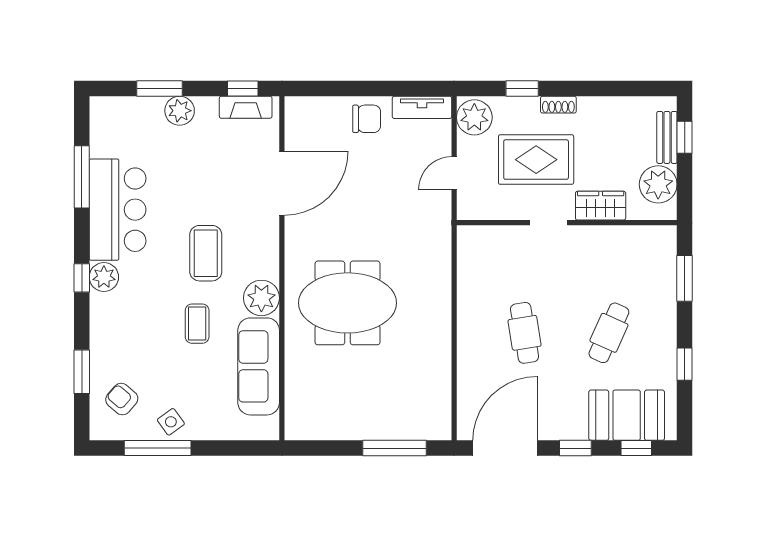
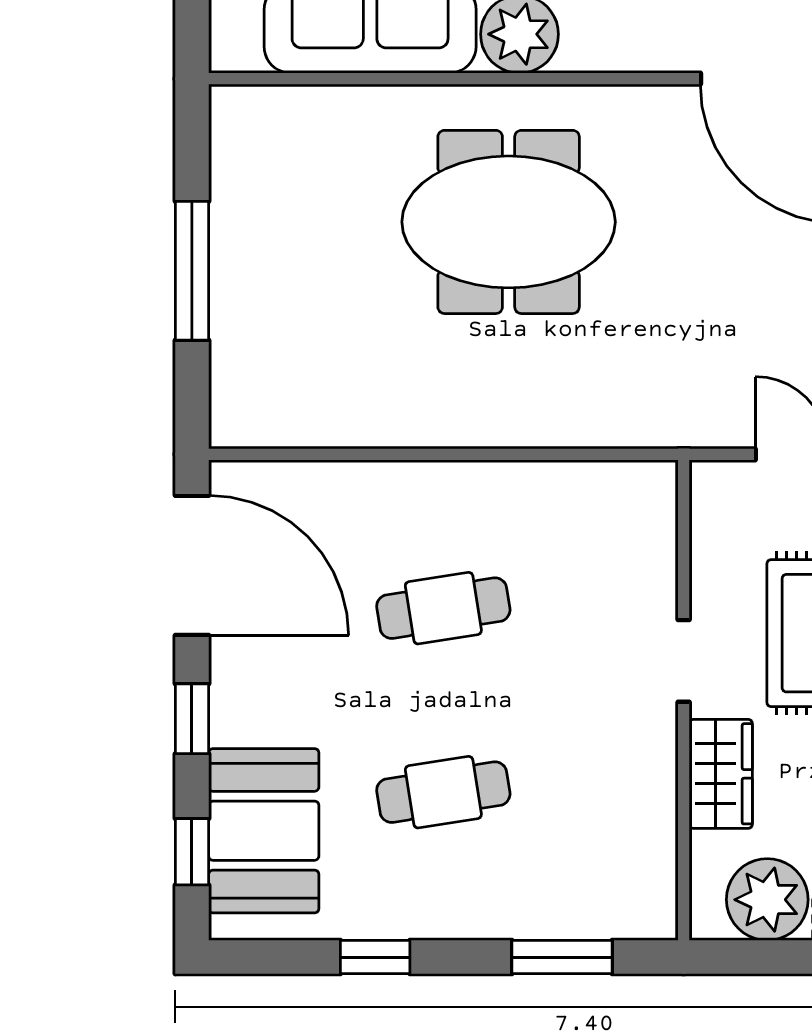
meeting table: (348, 303) -> (509, 222), turned 90
cafe table: (609, 333) -> (443, 792), turned -33
window: (395, 448) -> (192, 271), moved

